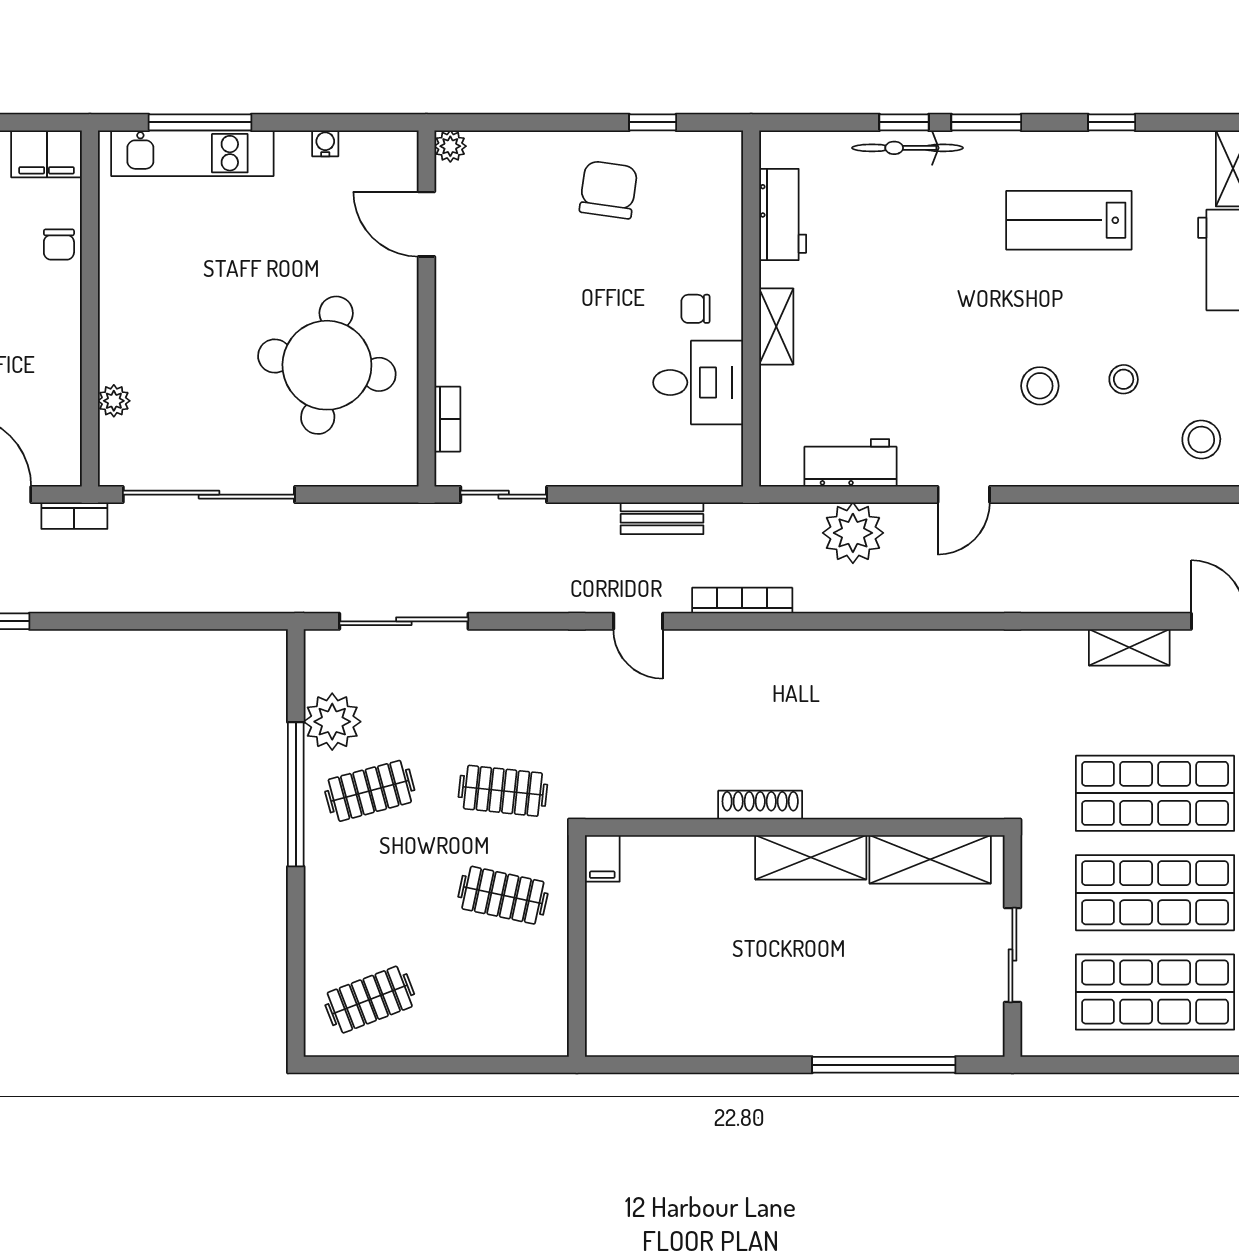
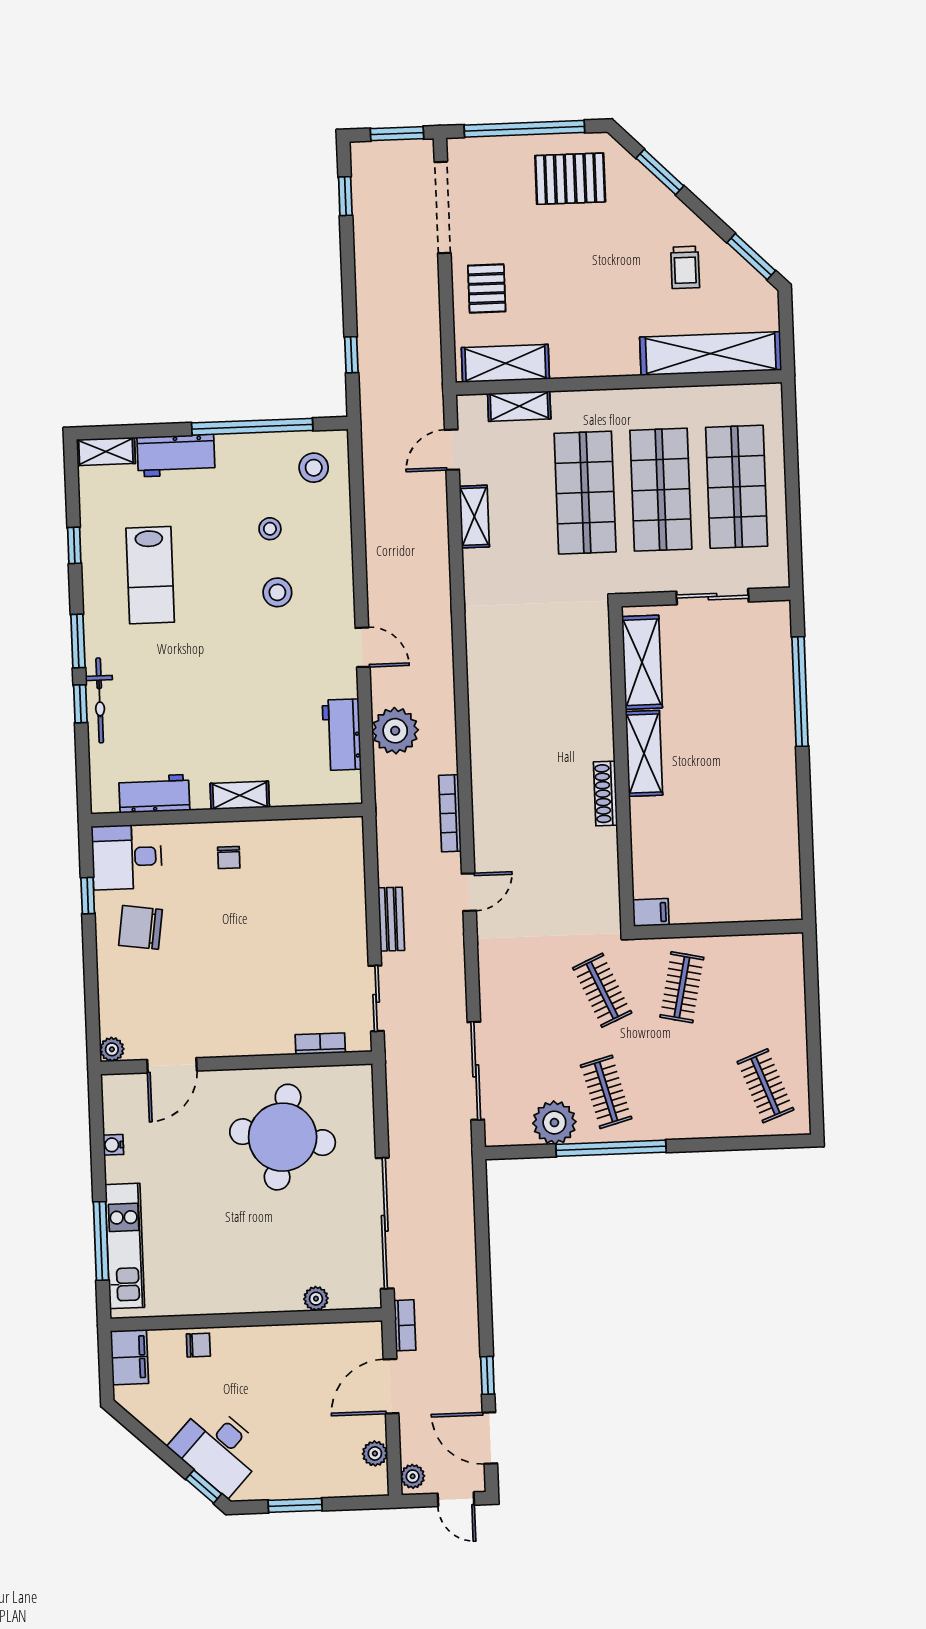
desk: (698, 382) -> (127, 857), moved, turned -90
bench: (662, 518) -> (391, 919), moved
clothes rail: (503, 791) -> (602, 990), turned -30

